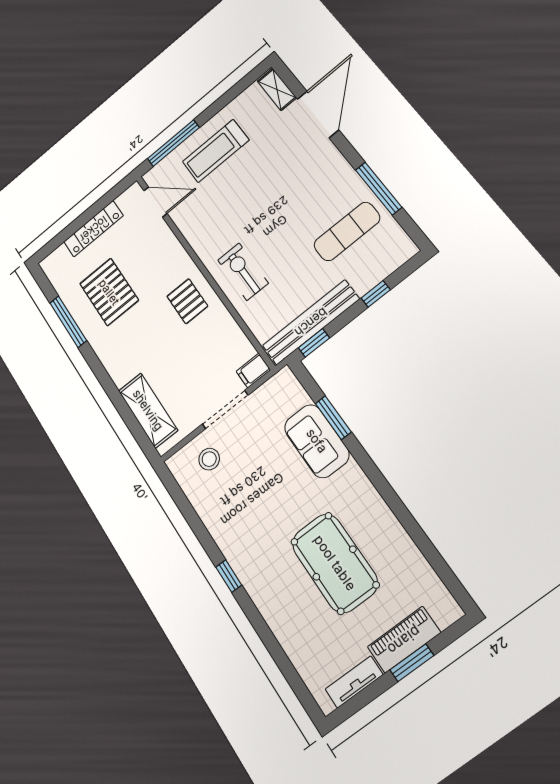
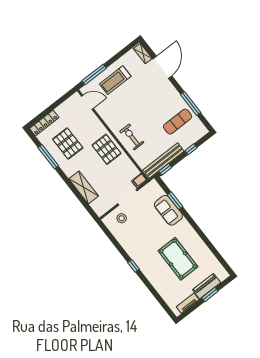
locker: (93, 229) -> (44, 123), moved
pallet: (187, 301) -> (107, 149), width x1.50, depth x1.42
shelving: (148, 410) -> (84, 187), moved

